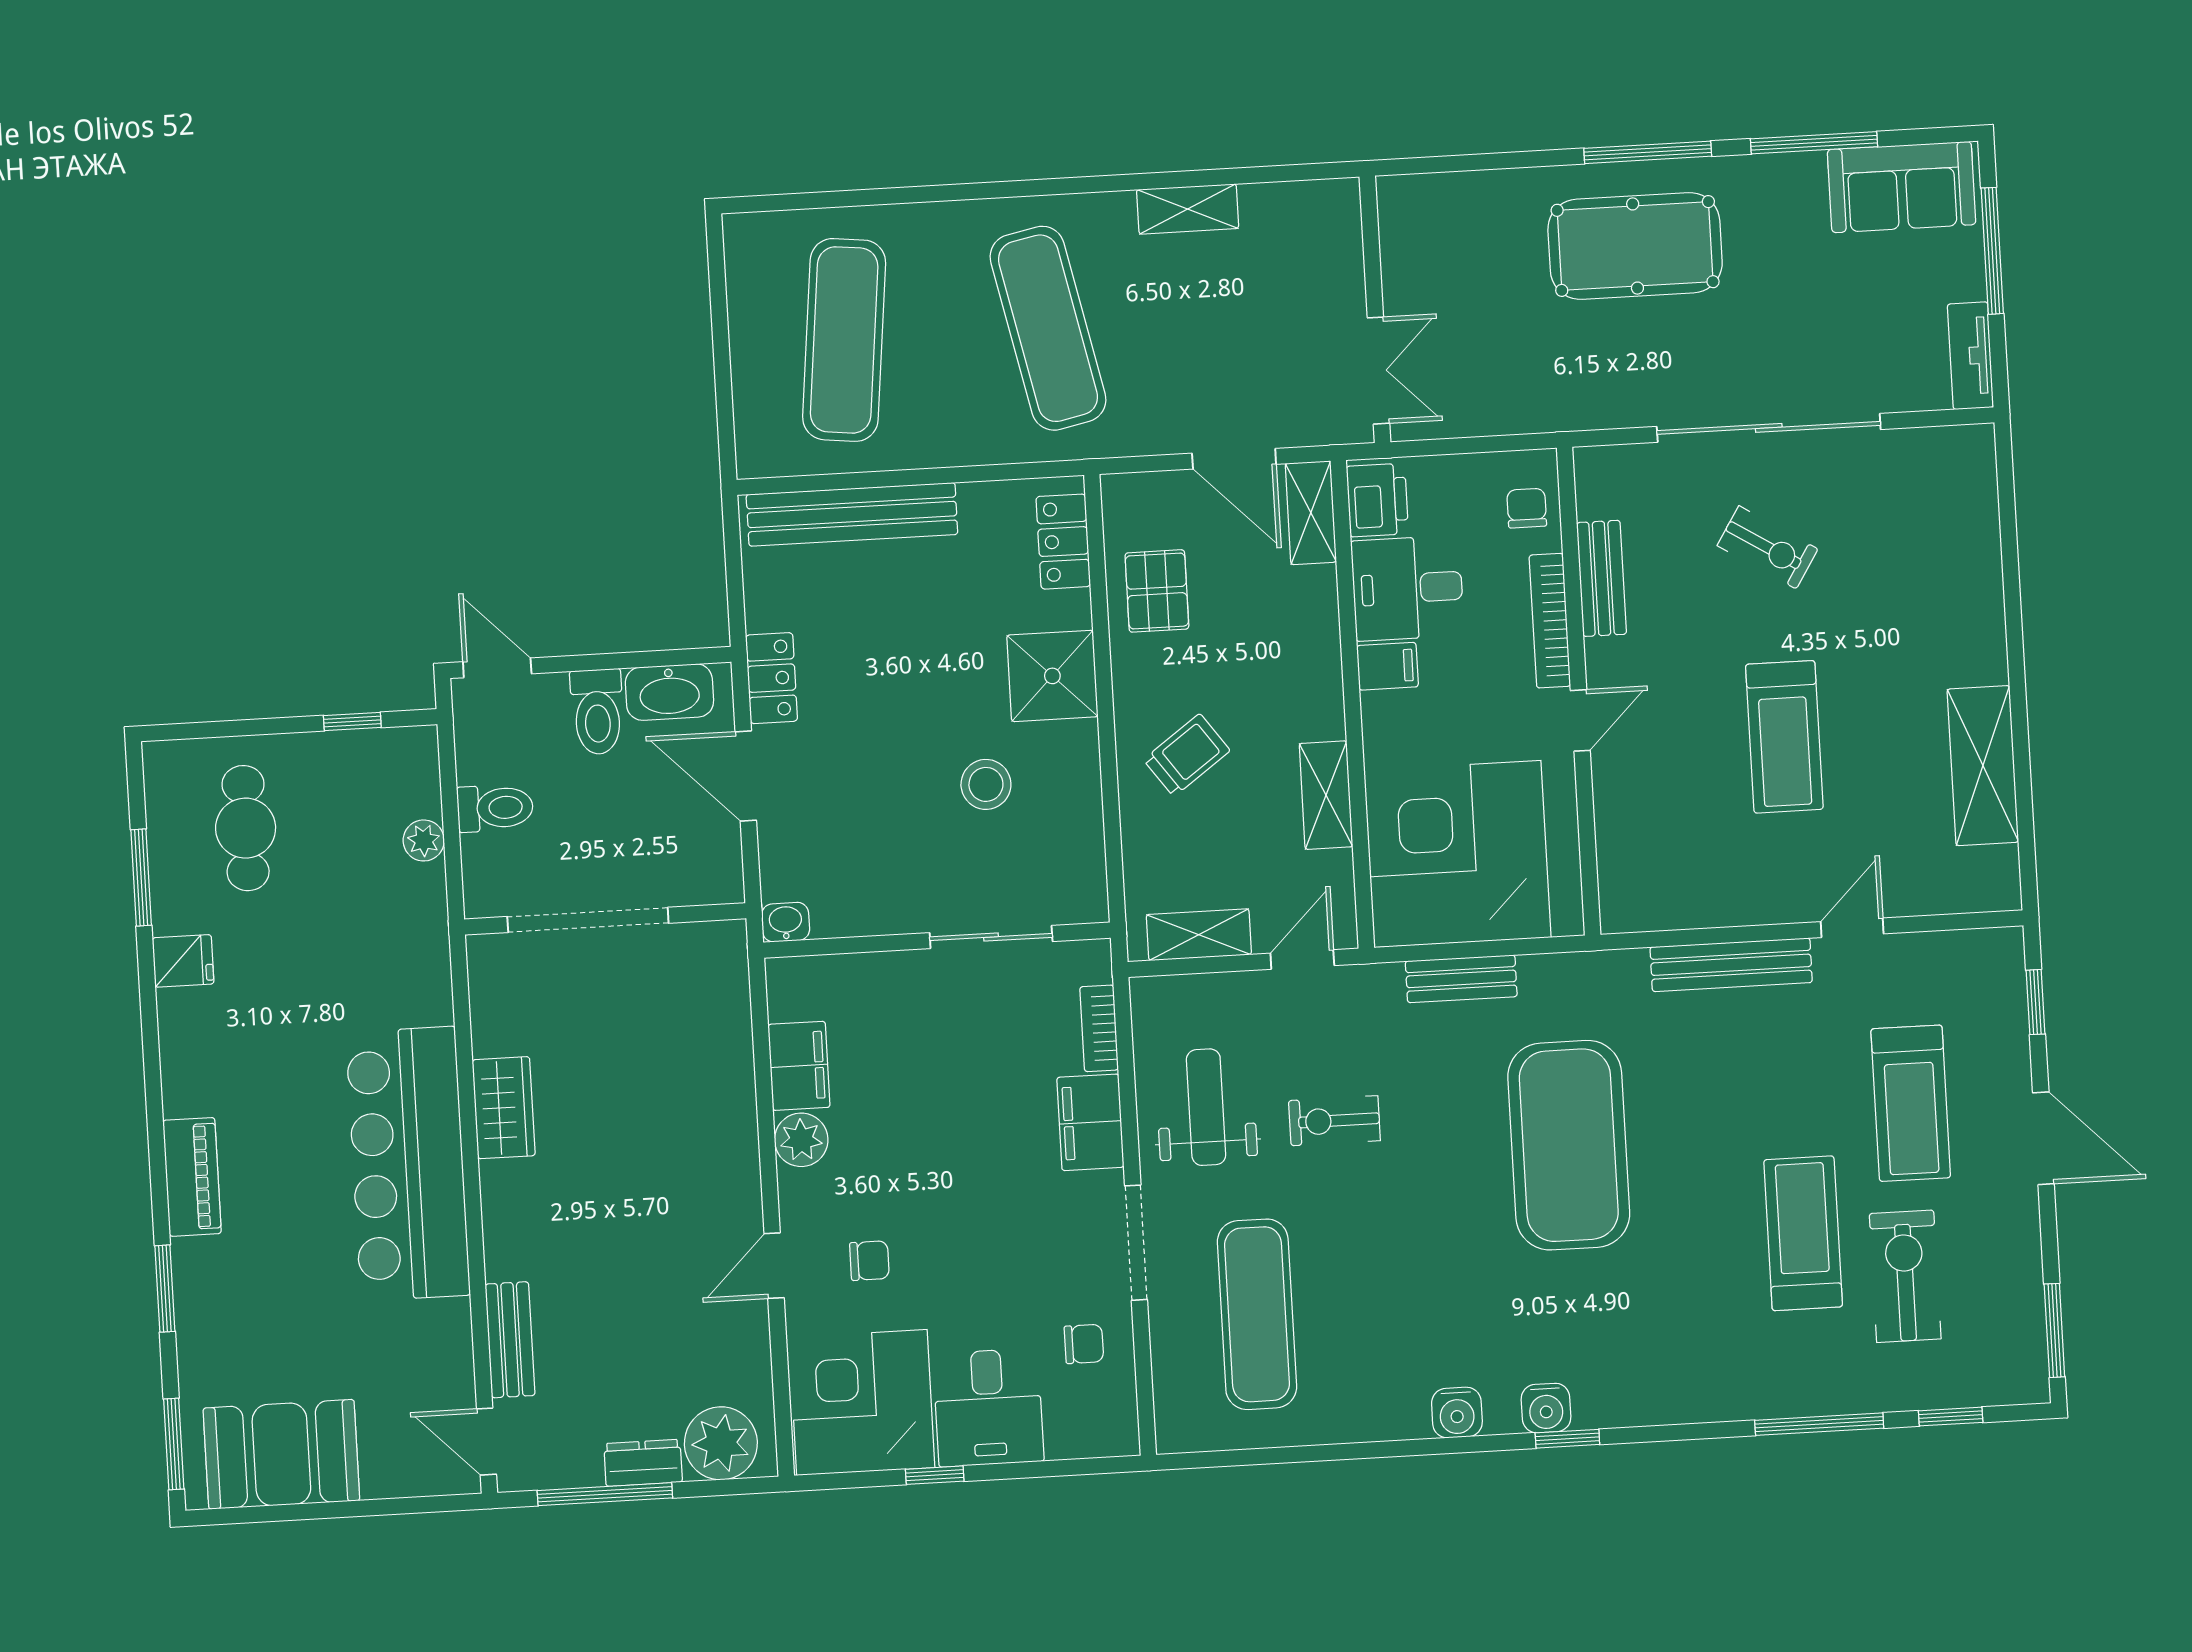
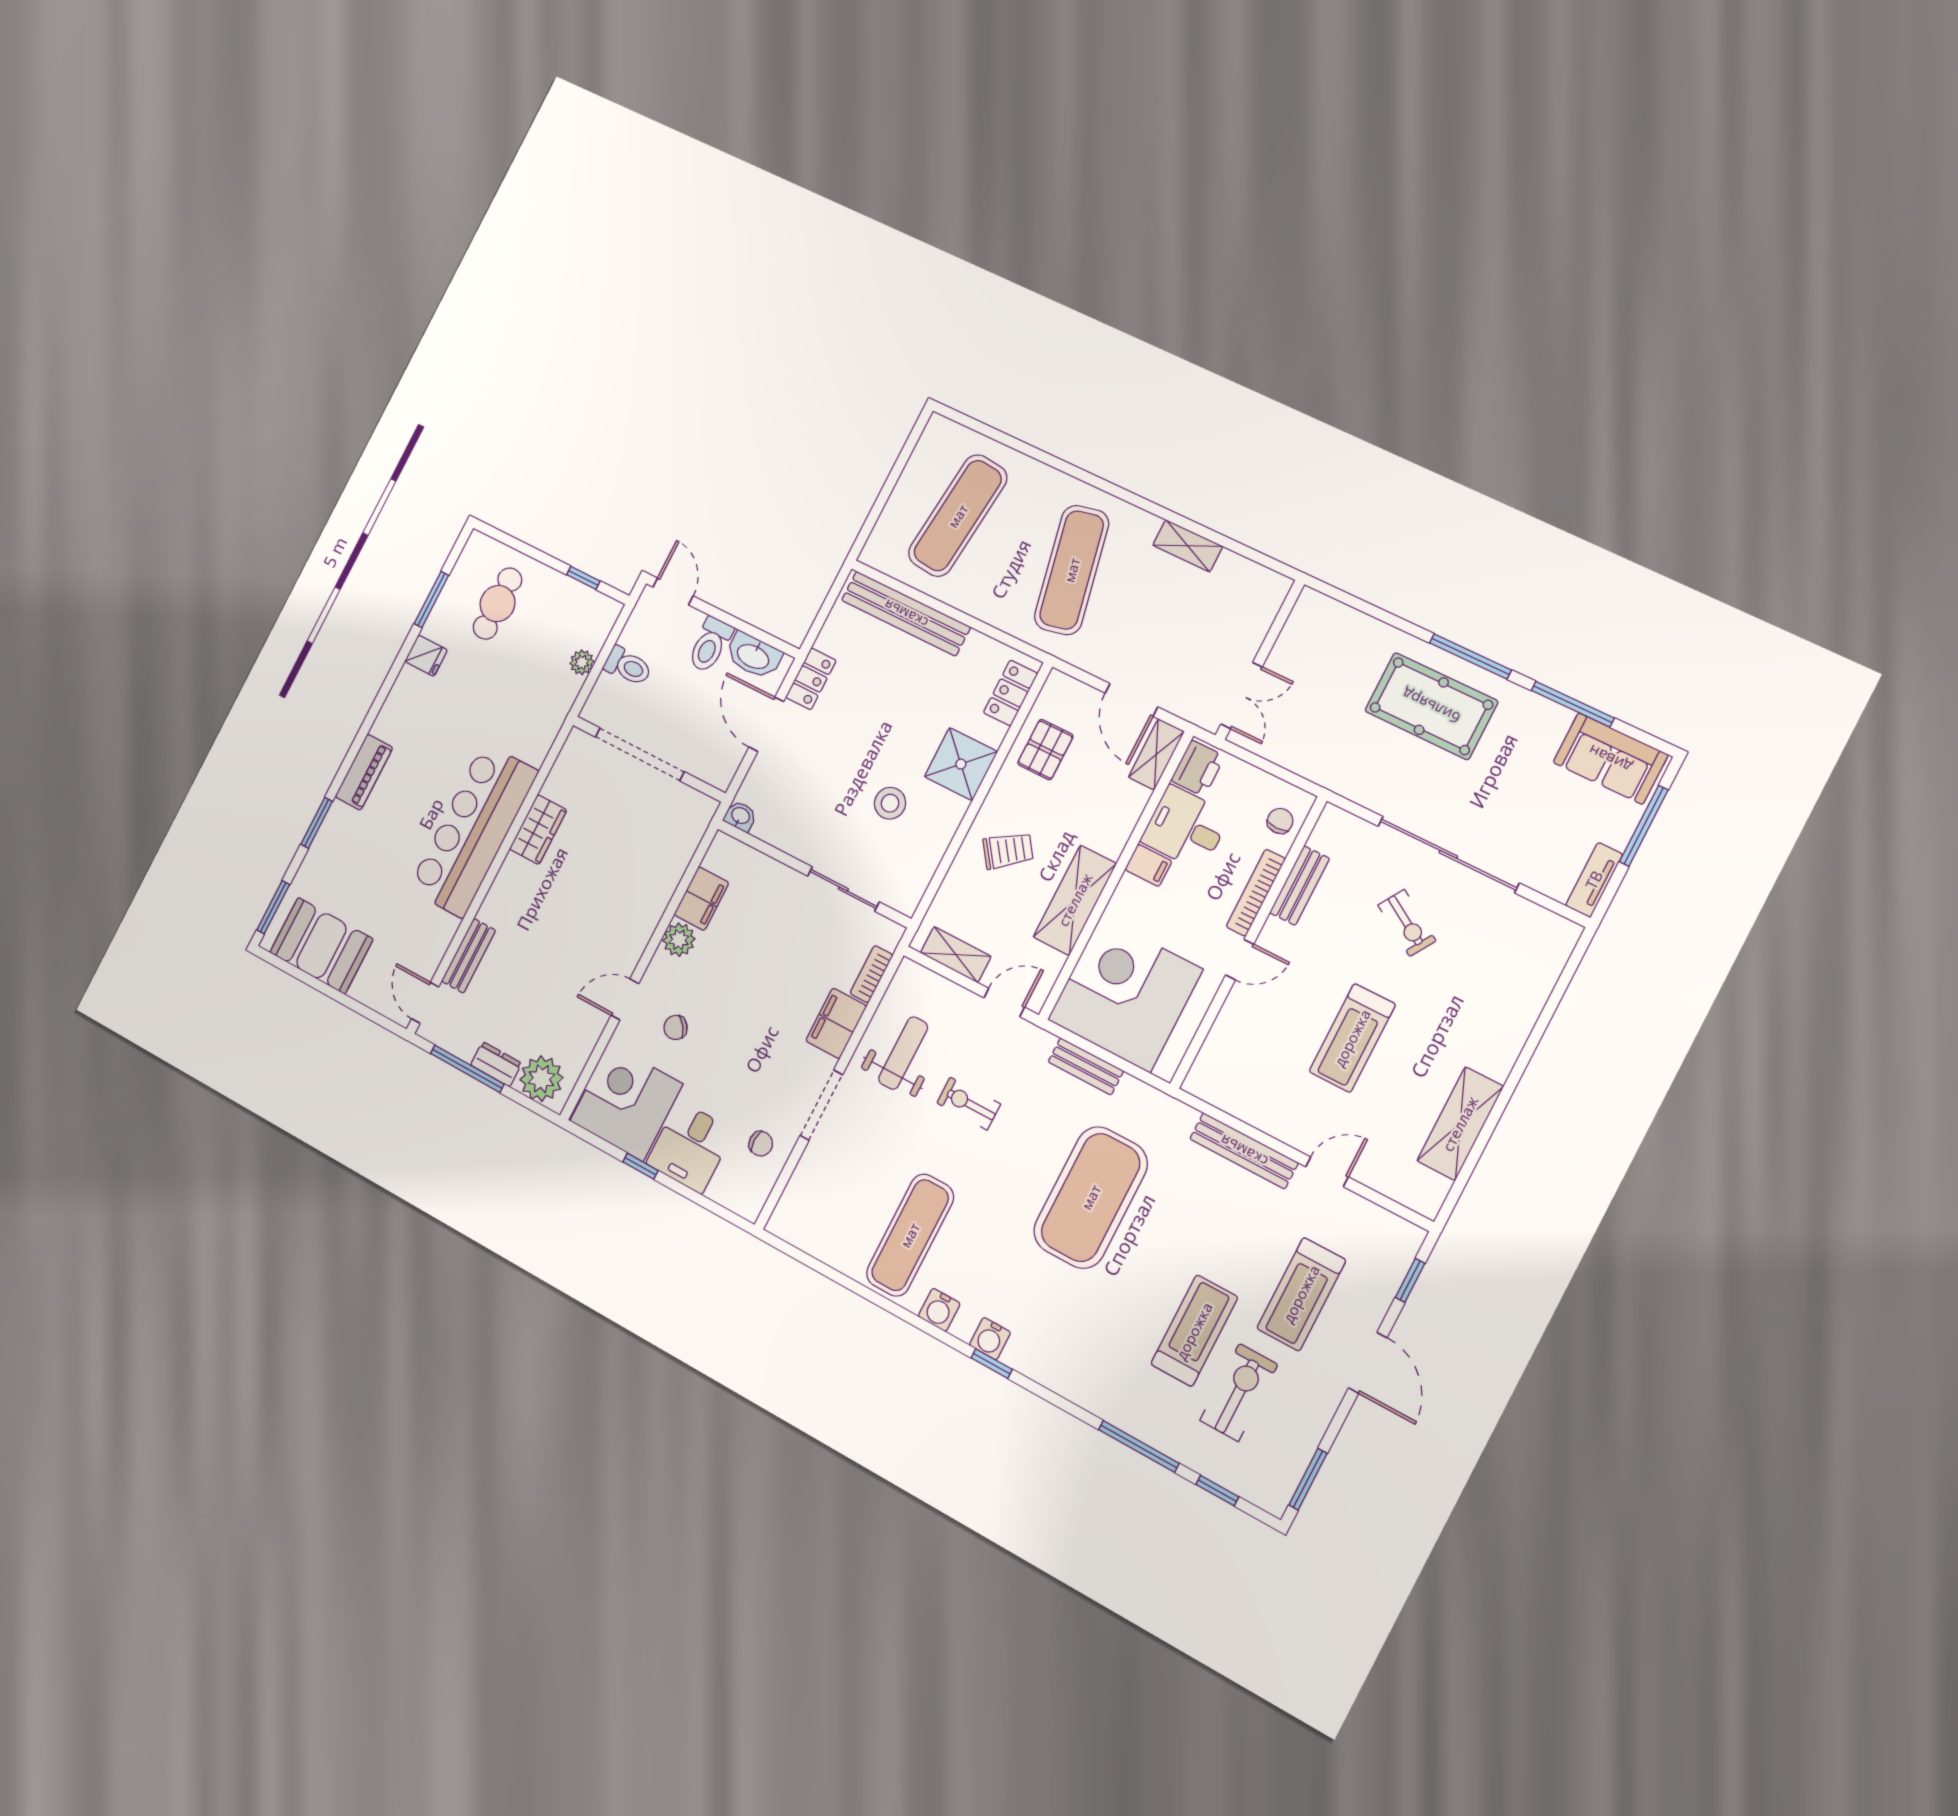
shelving: (1326, 795) -> (1075, 900), width x1.50, depth x1.33
chair: (869, 1261) -> (676, 1027), turned 143
exercise mat: (1257, 1314) -> (910, 1235), moved

